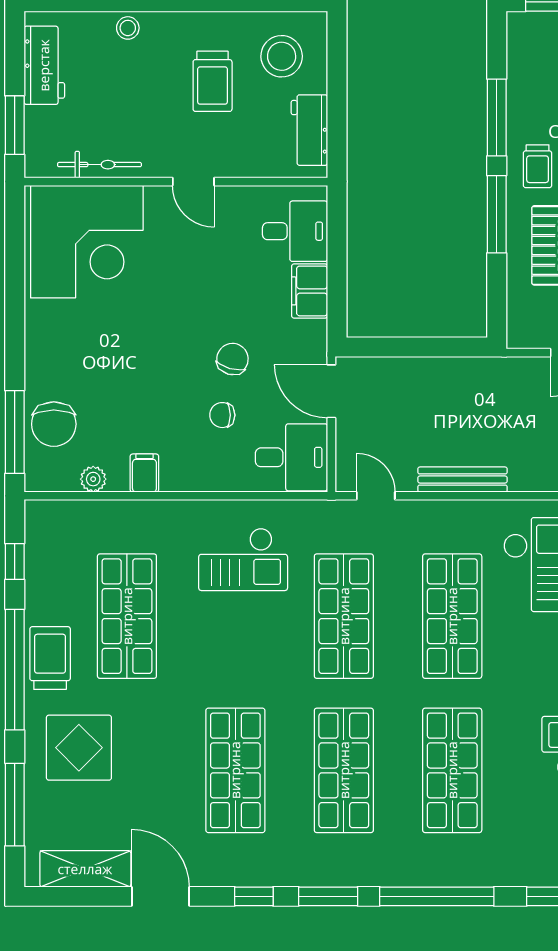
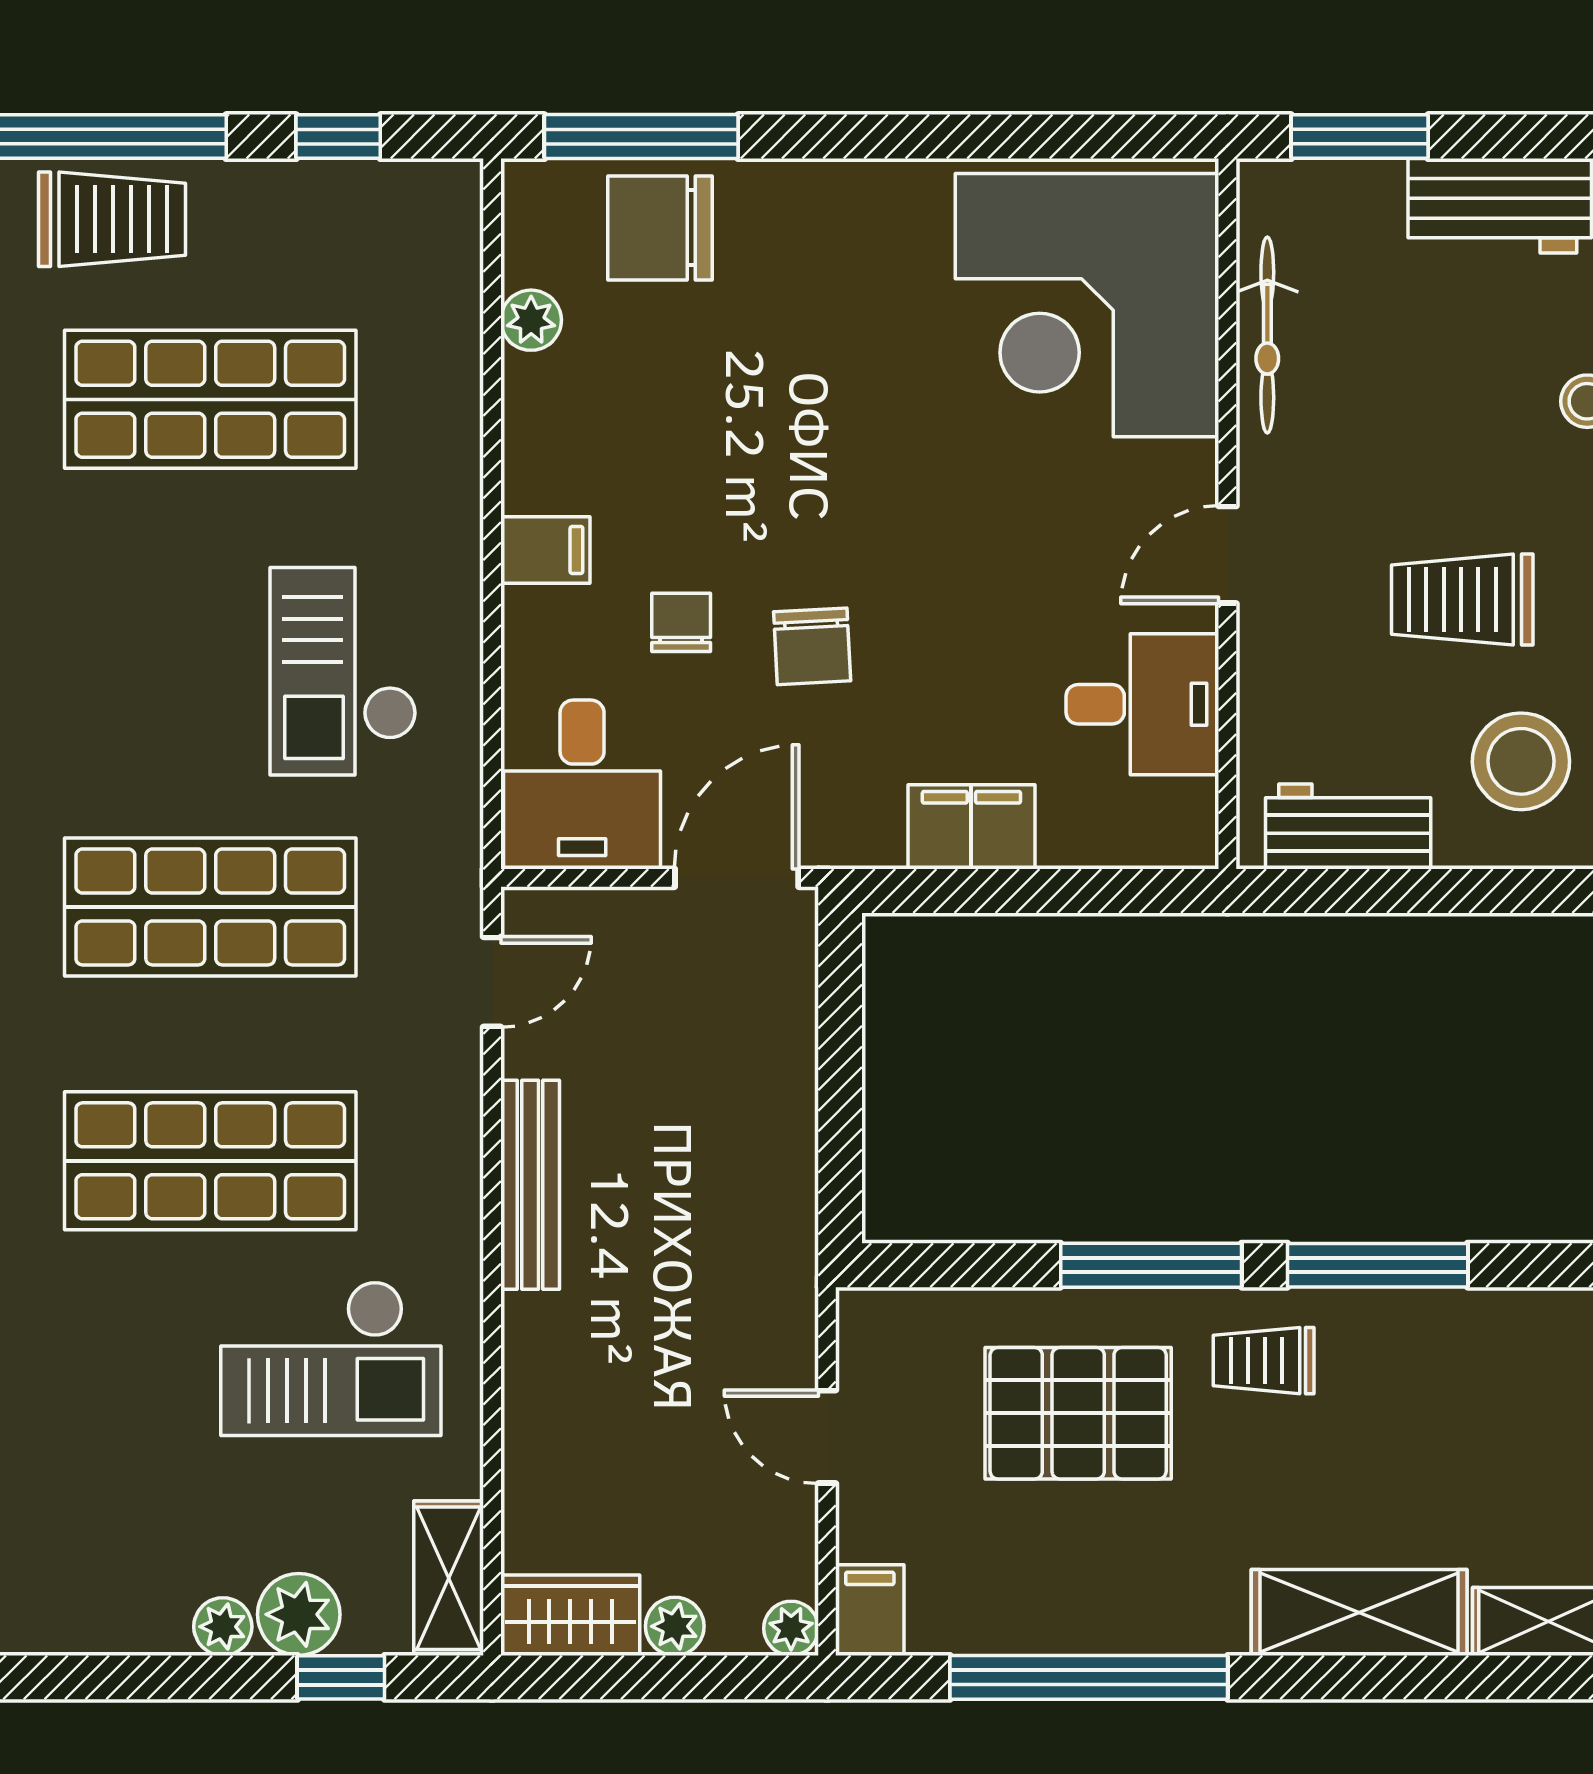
desk: (295, 231) -> (1142, 704), moved, turned -90
chair: (232, 359) -> (812, 646), turned 71
filing cabinet: (144, 473) -> (545, 550), moved

